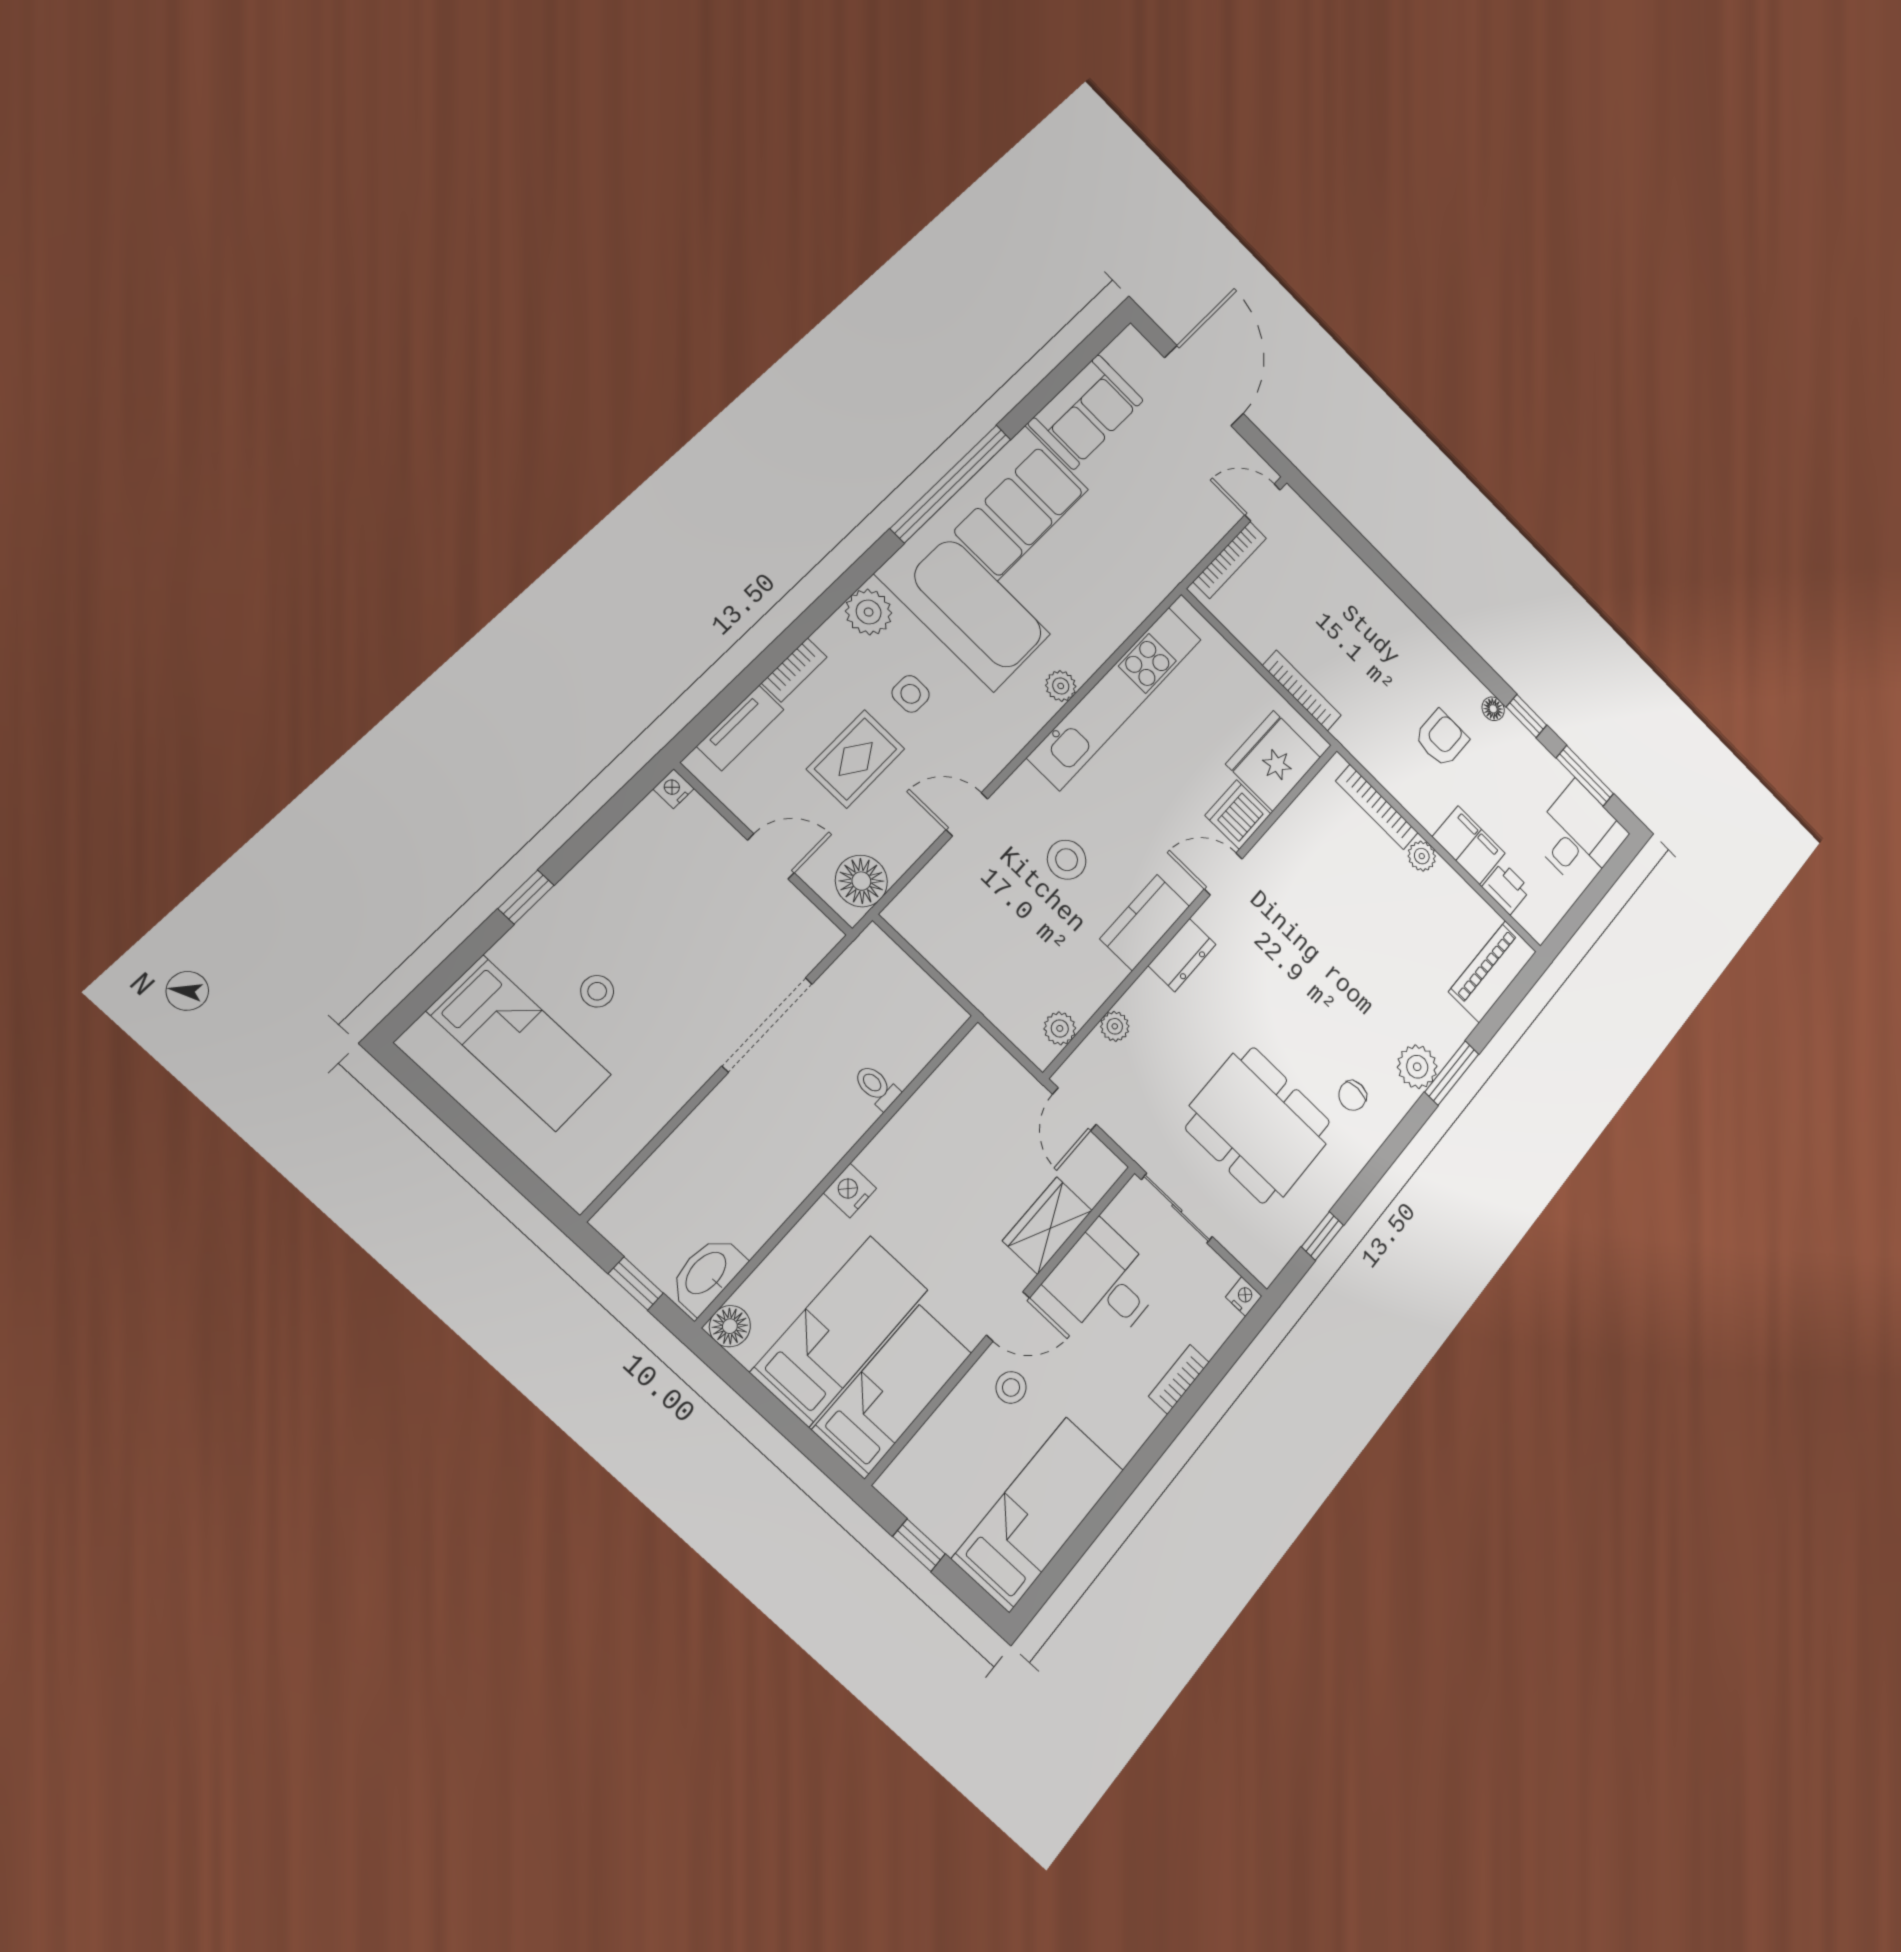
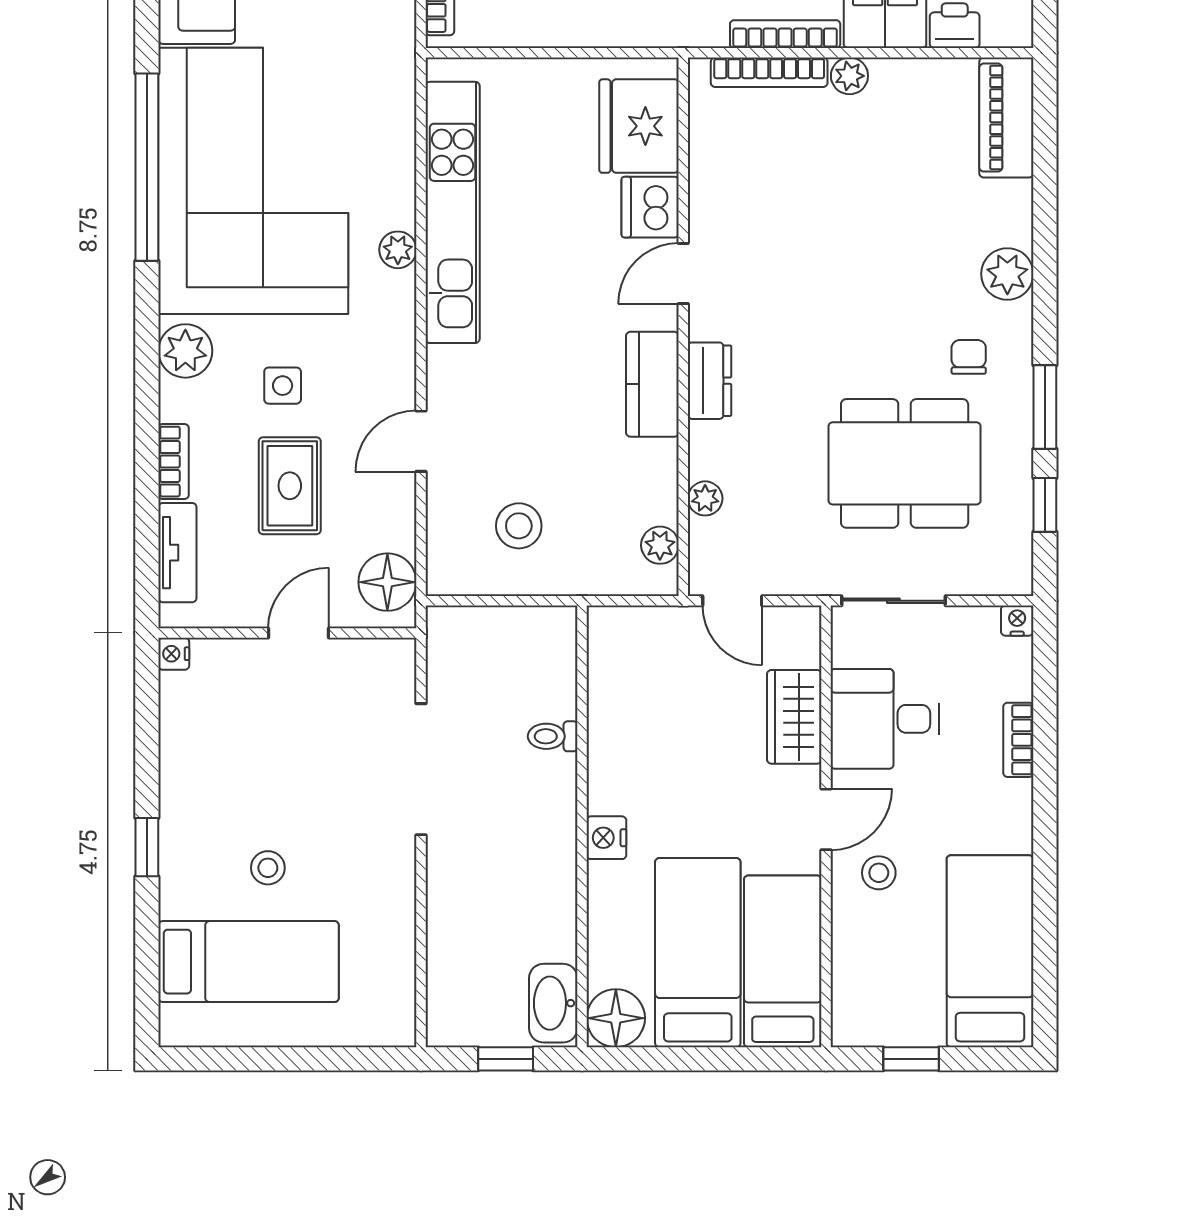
bookcase: (1302, 691) -> (785, 34), moved
stool: (1067, 860) -> (519, 526), moved
window: (1452, 1073) -> (1045, 407), moved
chair: (1353, 1096) -> (969, 357), turned 180
floor lamp: (730, 1326) -> (616, 1018), width x1.38, depth x1.38

